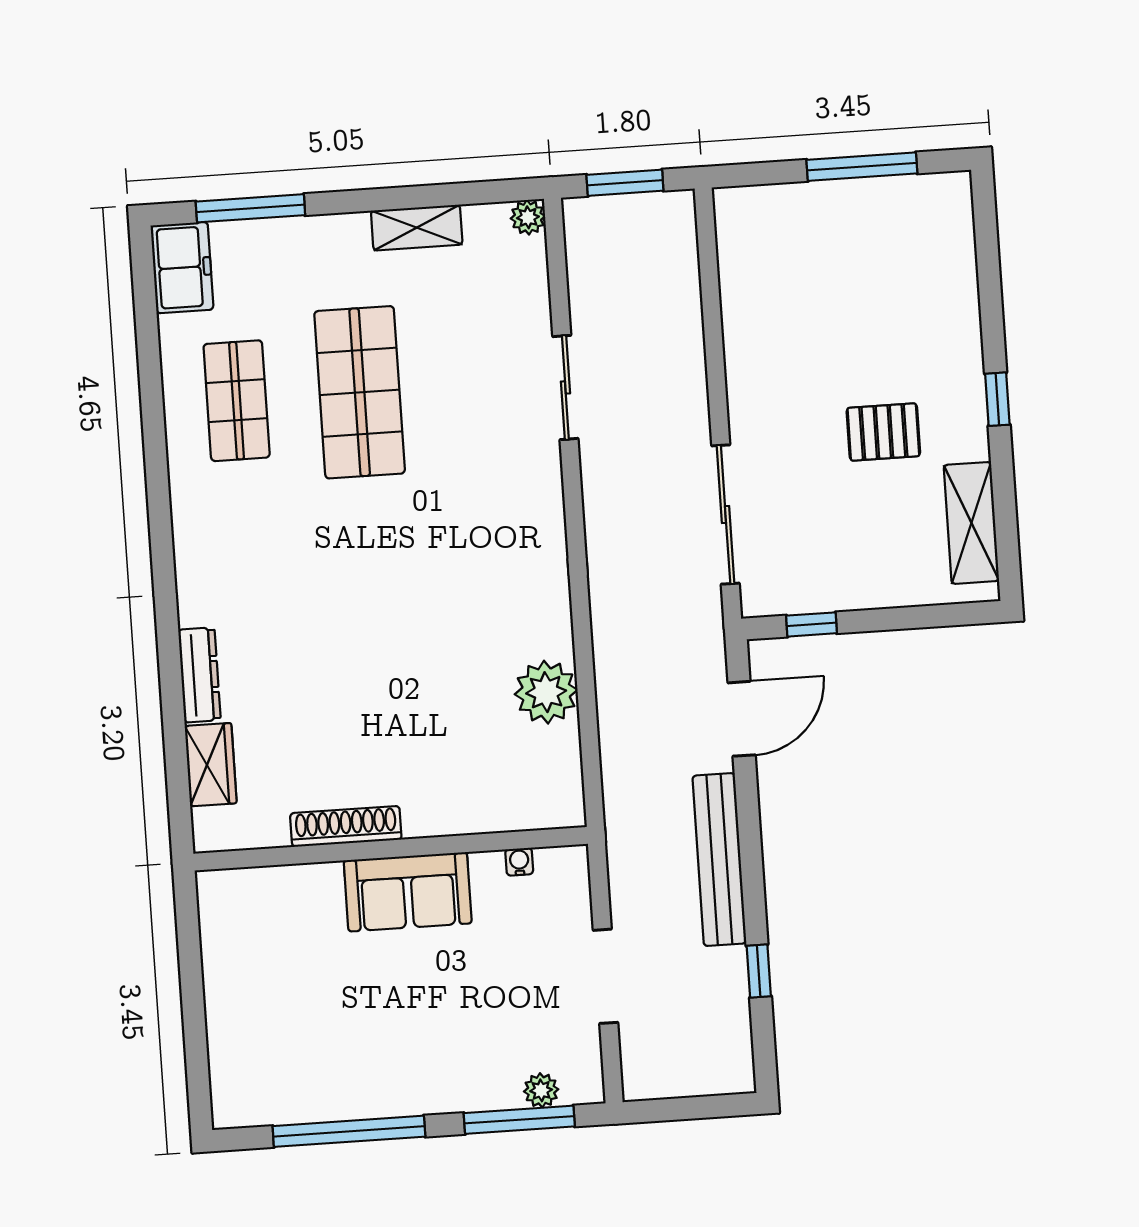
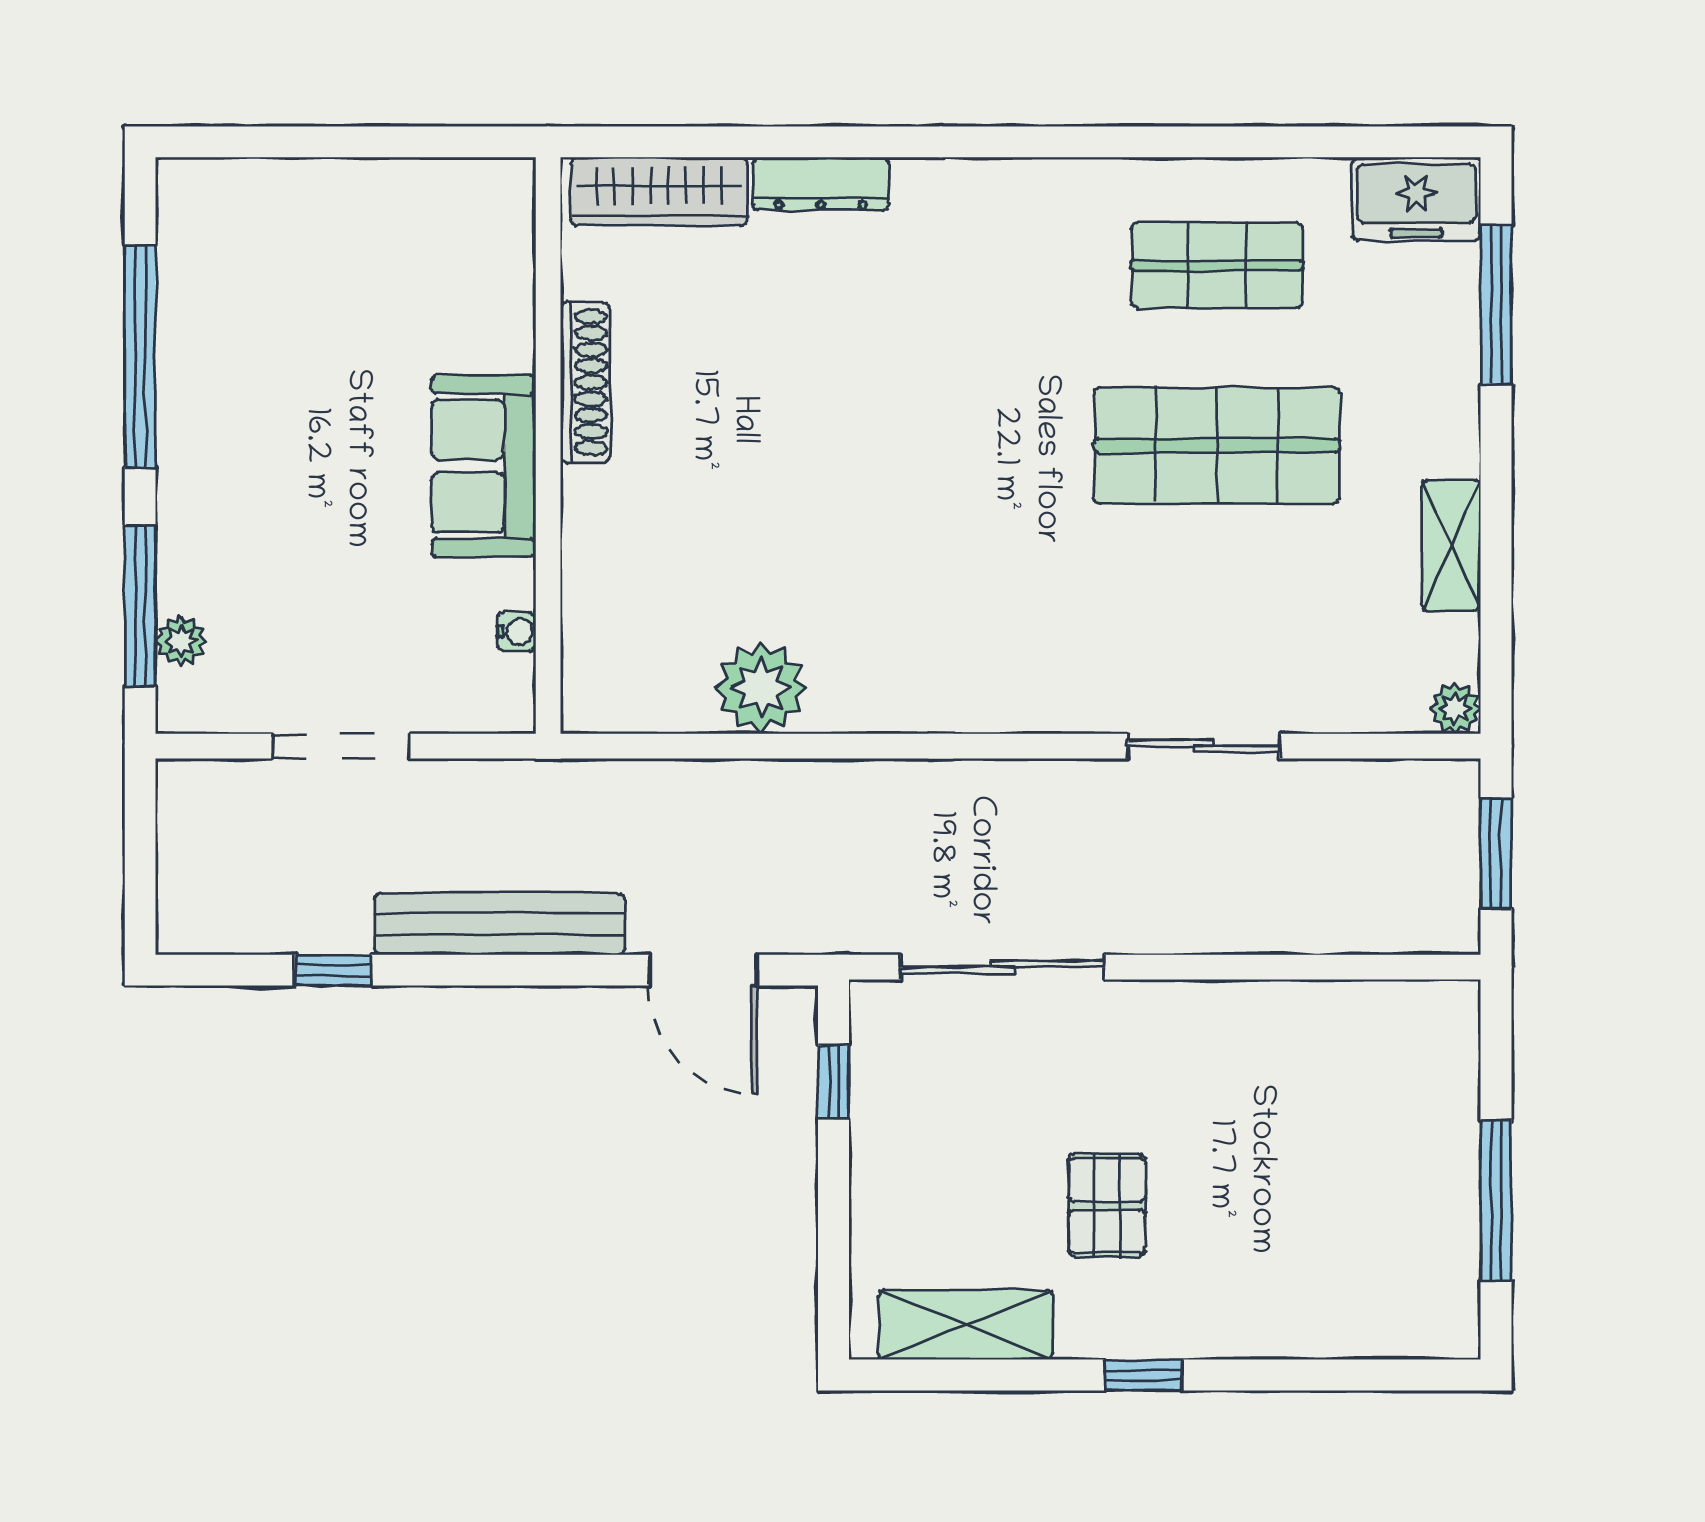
wardrobe: (211, 765) -> (659, 191), width x1.50

